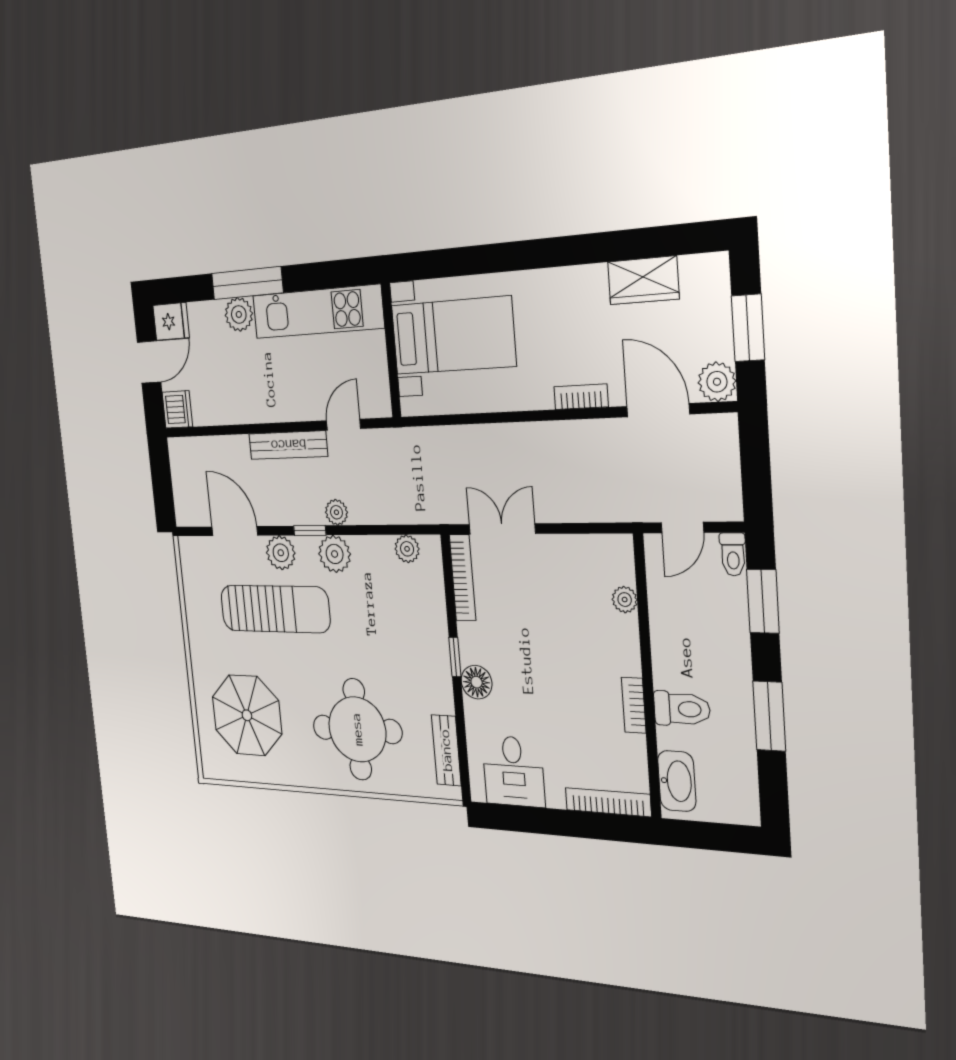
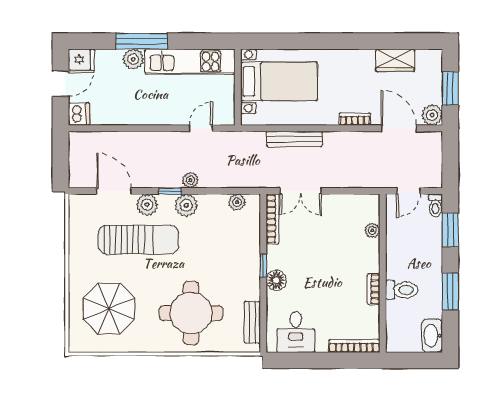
bench: (288, 445) -> (294, 139), moved
double door: (502, 529) -> (301, 191), swing flipped
washbasin: (677, 781) -> (432, 336), moved, turned 180

